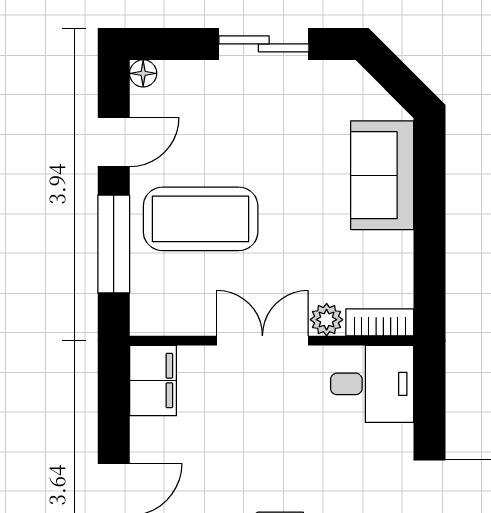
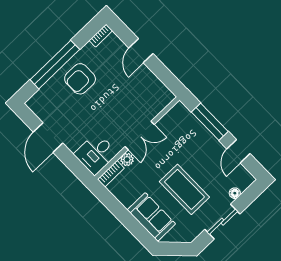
floor lamp: (143, 73) -> (235, 193), moved
coffee table: (201, 219) -> (184, 189), moved, turned 90
filing cabinet: (153, 381) -> (160, 93), removed

